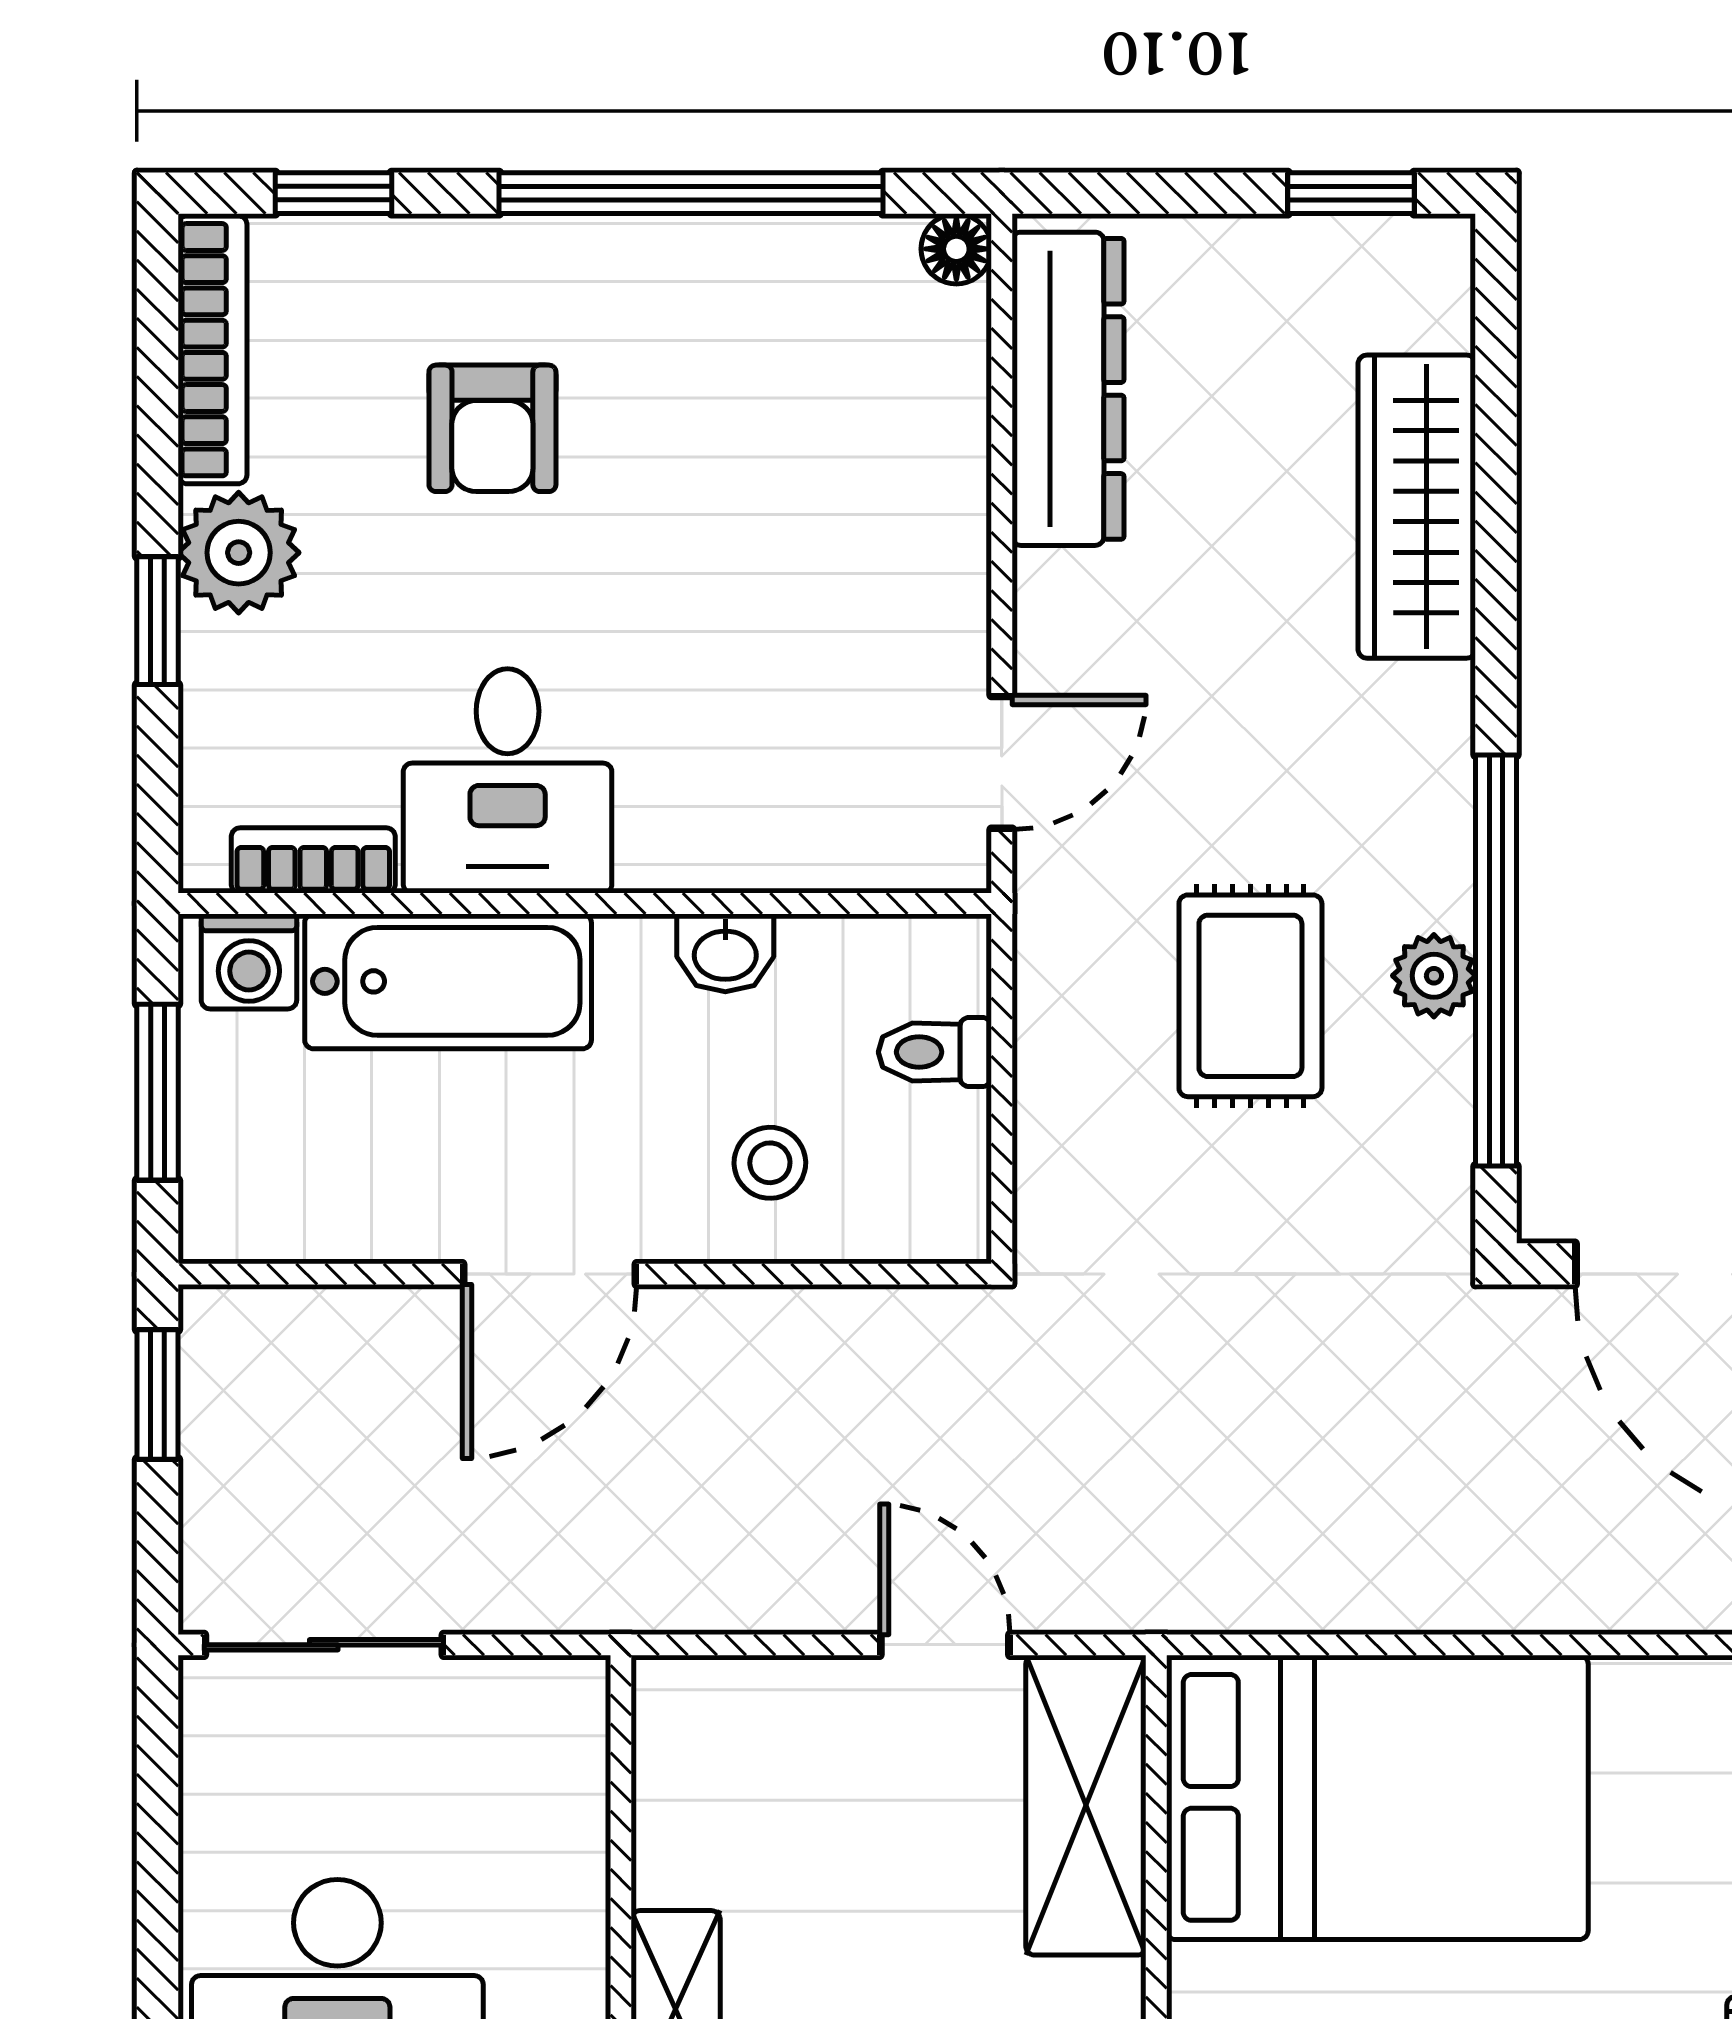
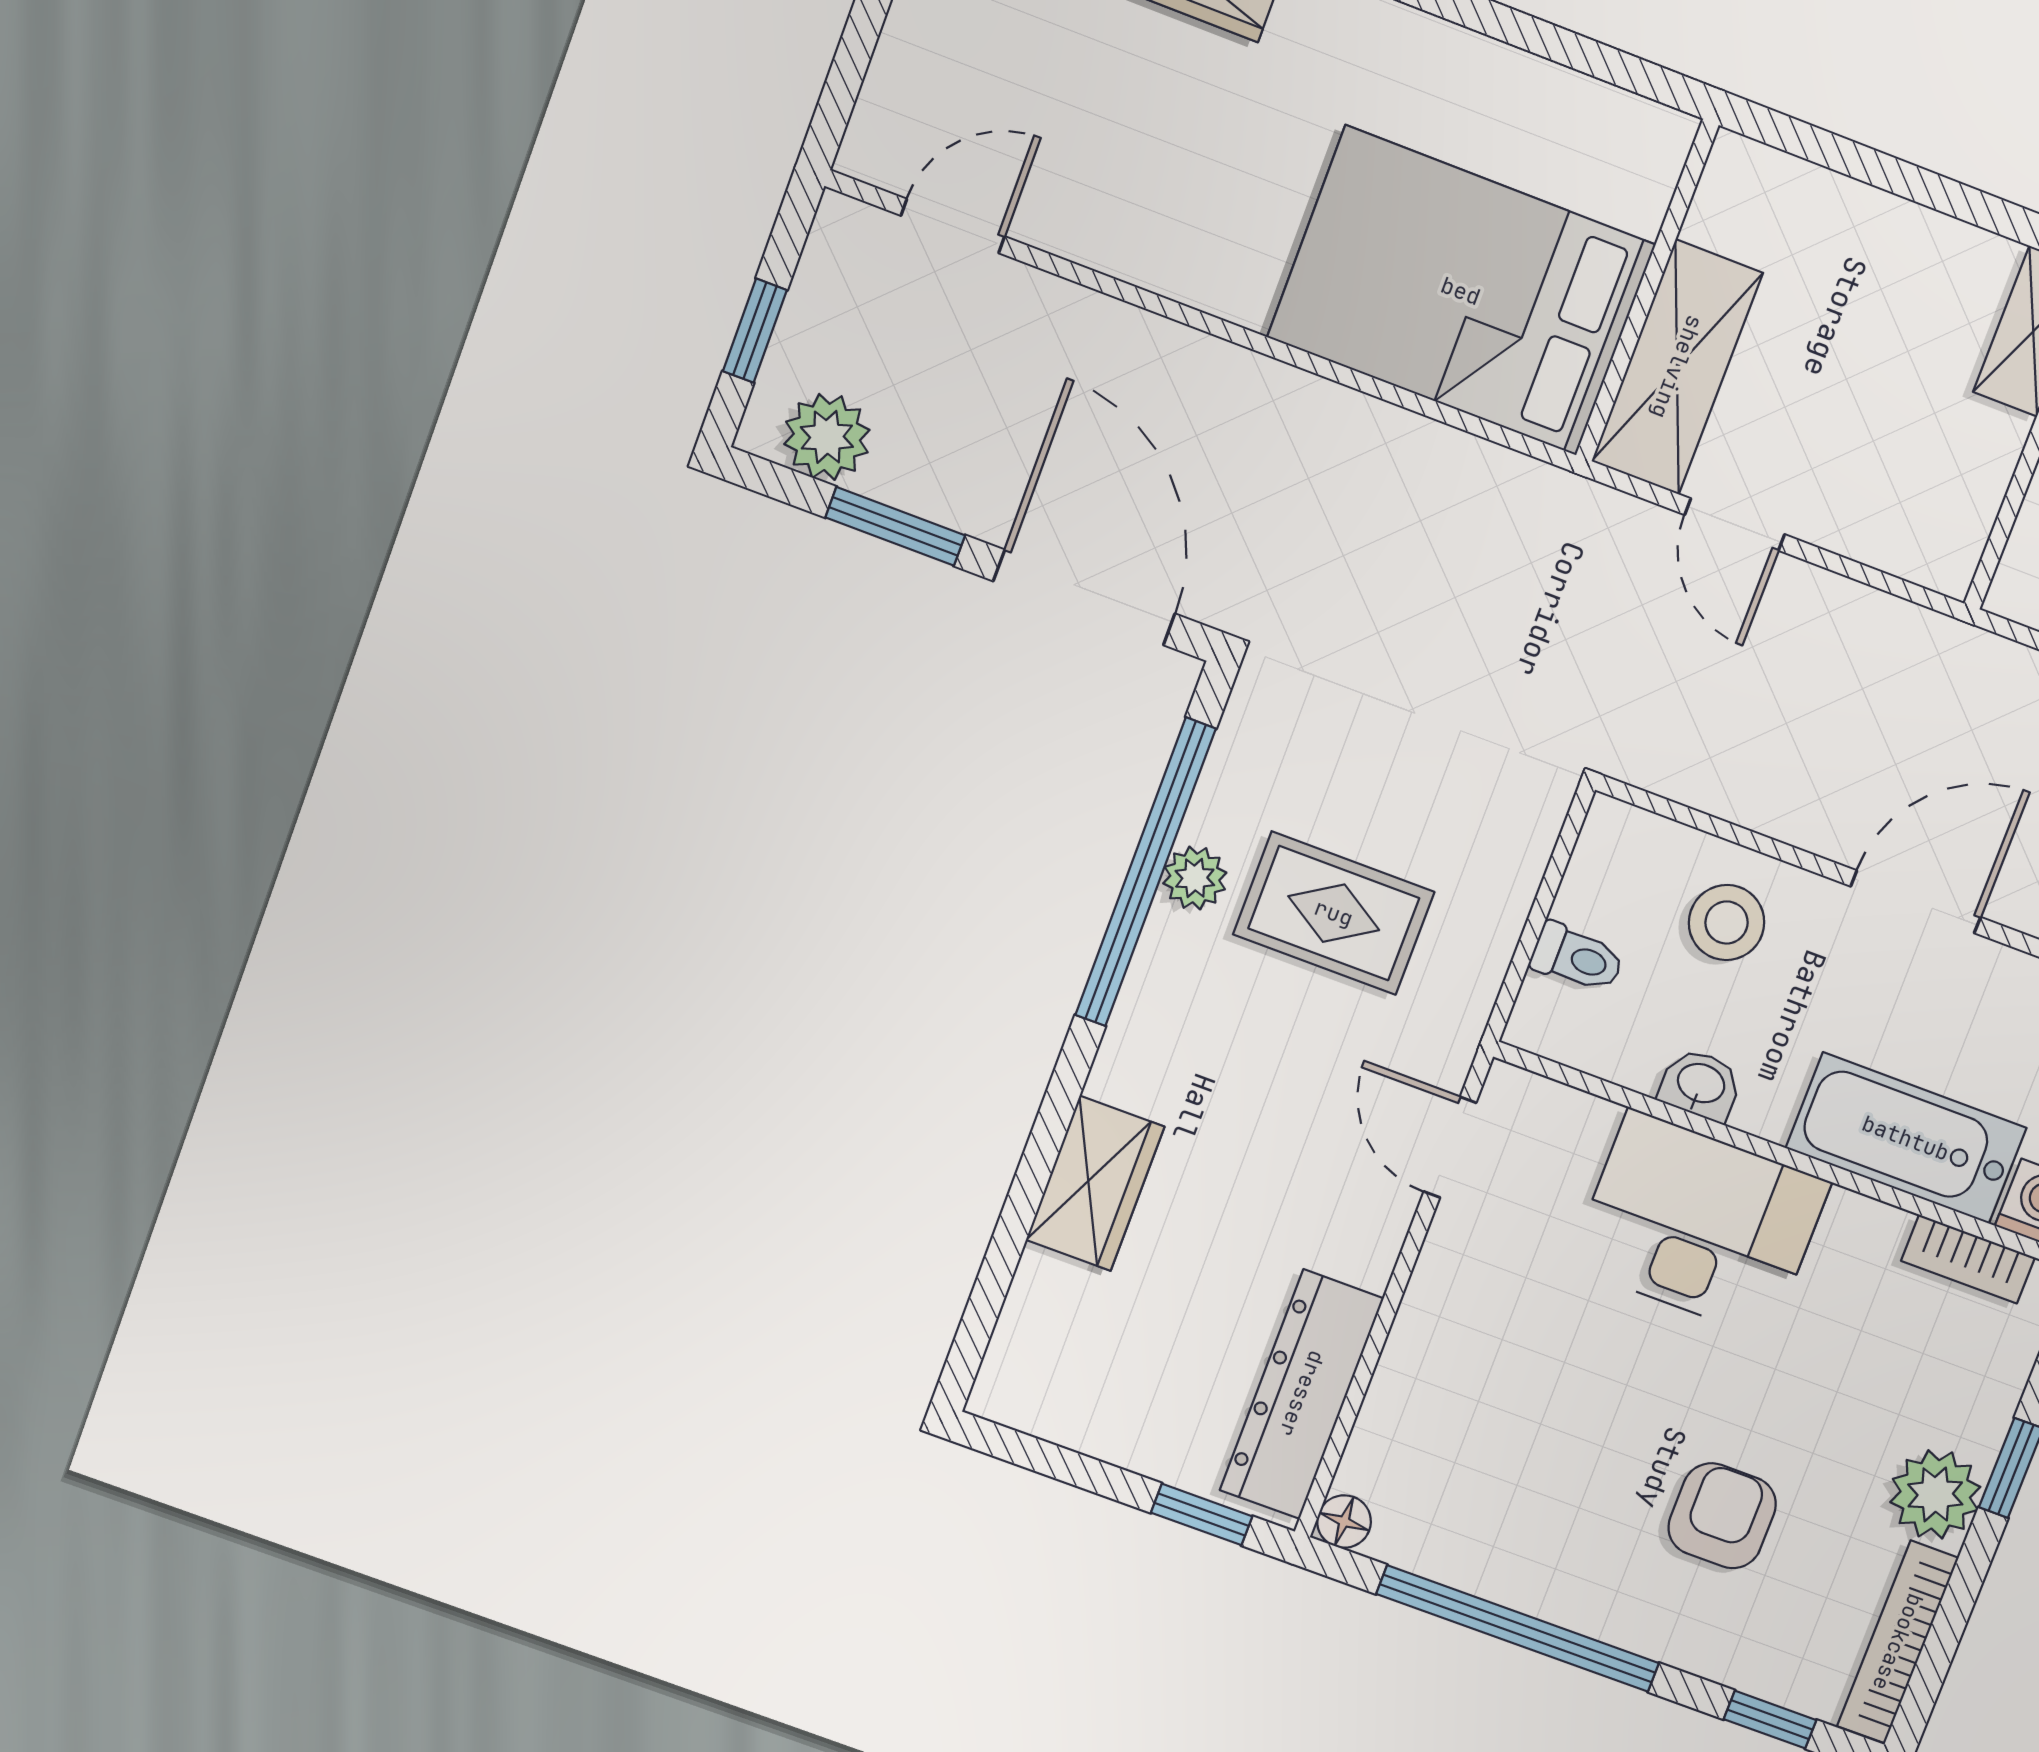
window: (1351, 193) -> (1202, 1514), moved
wardrobe: (1417, 507) -> (1095, 1183), width x0.67
door: (1002, 762) -> (1450, 1147), hinge flipped
desk: (508, 781) -> (1700, 1224), moved, width x1.37
rug: (1250, 996) -> (1334, 913), turned 90
stool: (770, 1163) -> (1727, 922), width x1.37, depth x1.37

